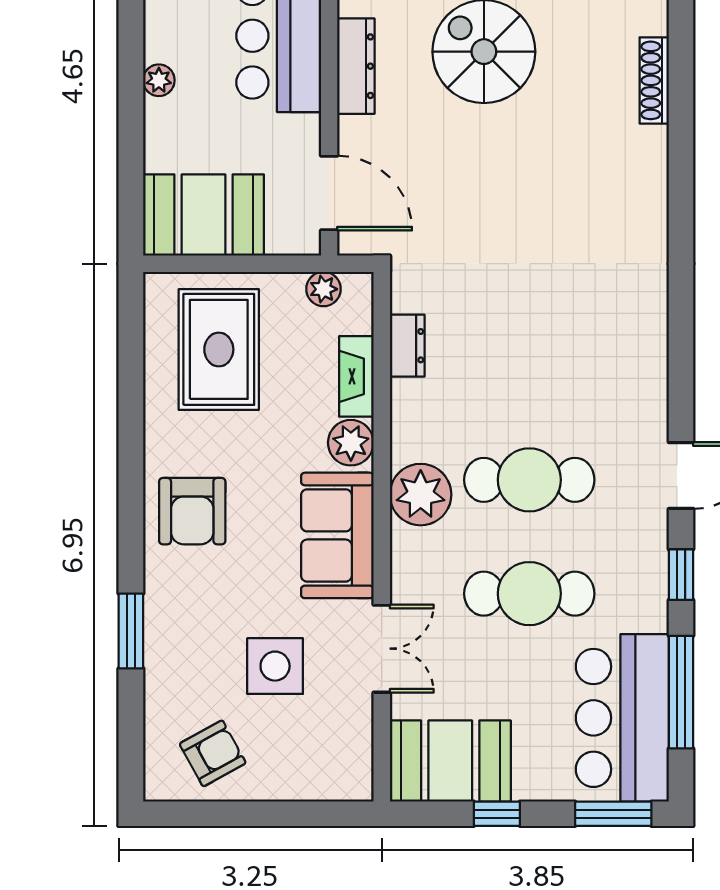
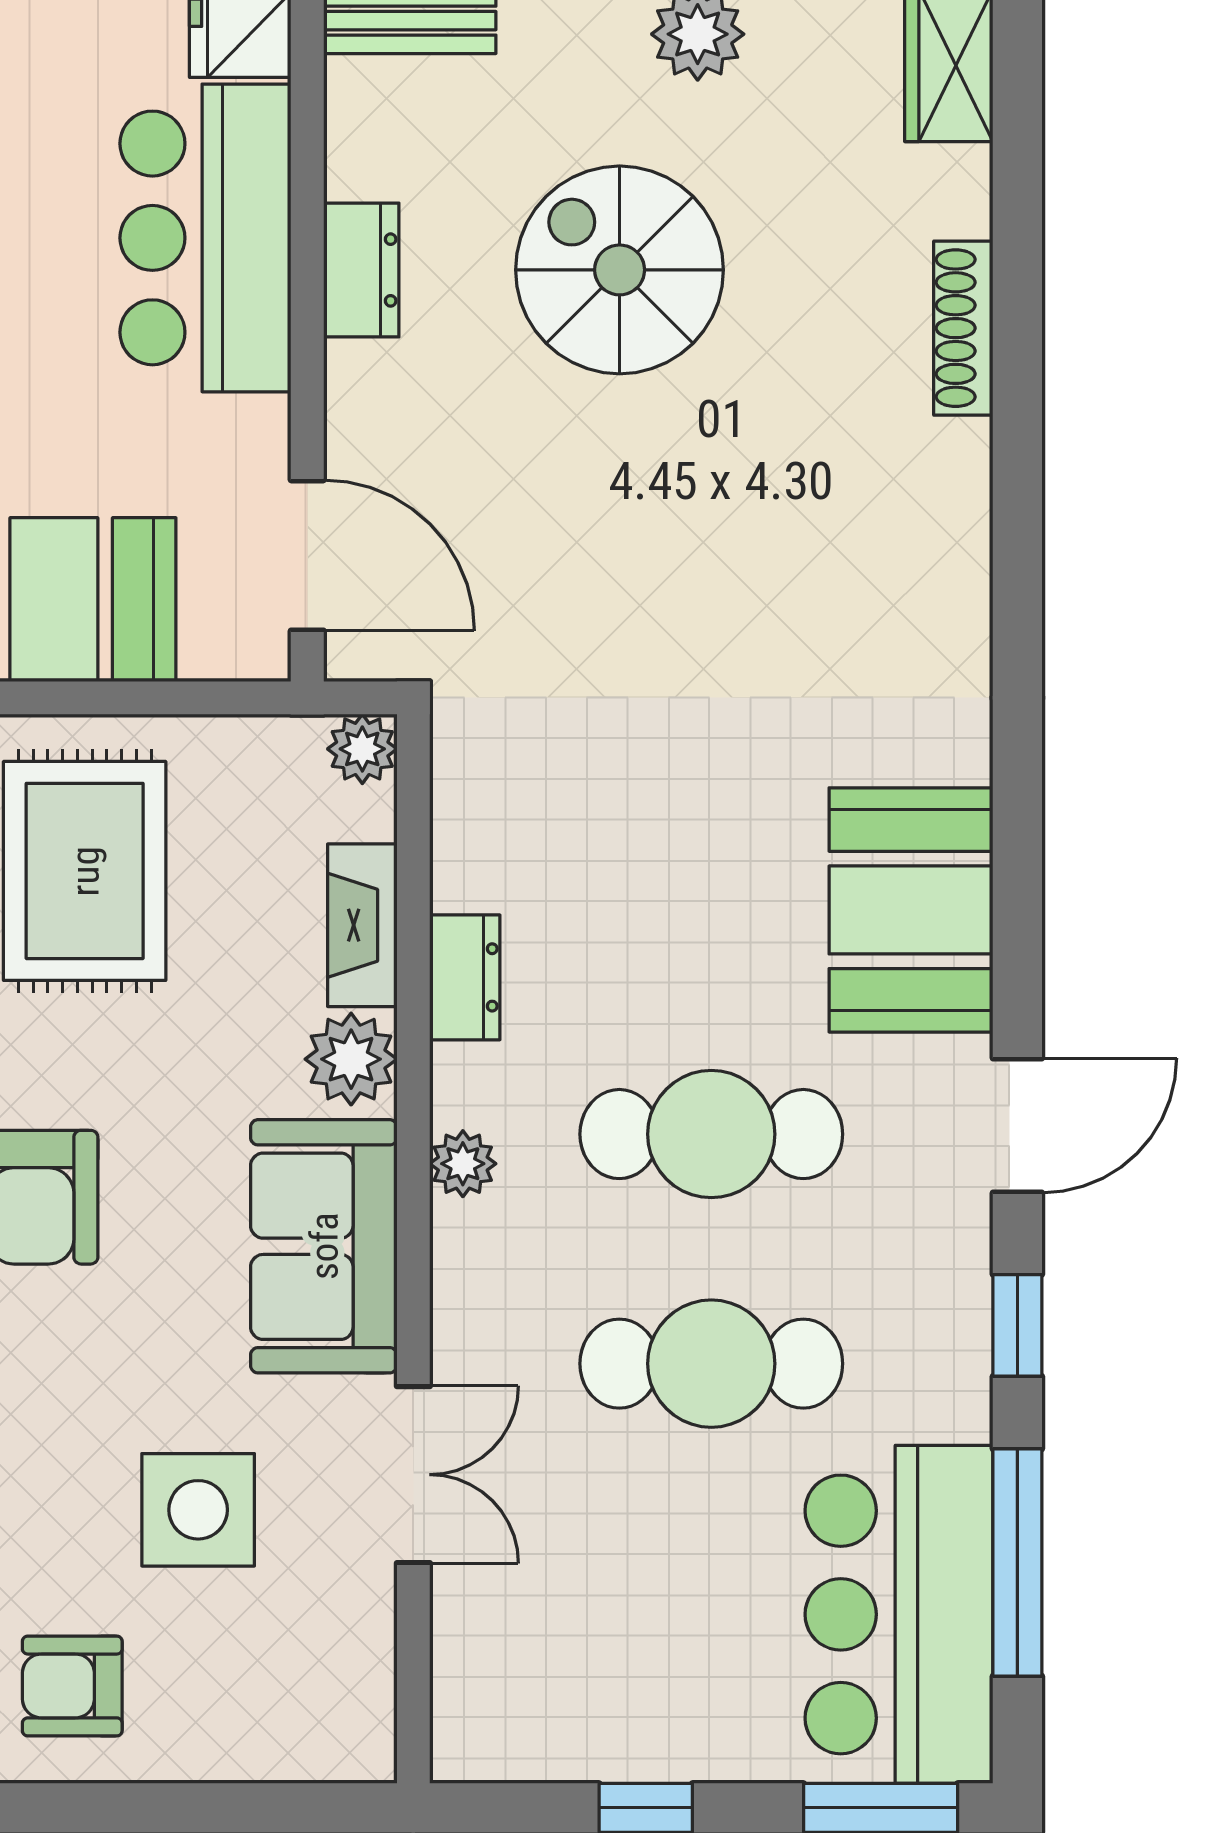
dresser: (356, 66) -> (361, 270), width x0.70
plant: (323, 289) -> (362, 749), moved
dresser: (407, 346) -> (465, 977), moved
plant: (421, 495) -> (463, 1164), width x0.53, depth x0.53
armchair: (213, 753) -> (72, 1686), turned -151
booth: (450, 761) -> (911, 910), moved, turned 90

